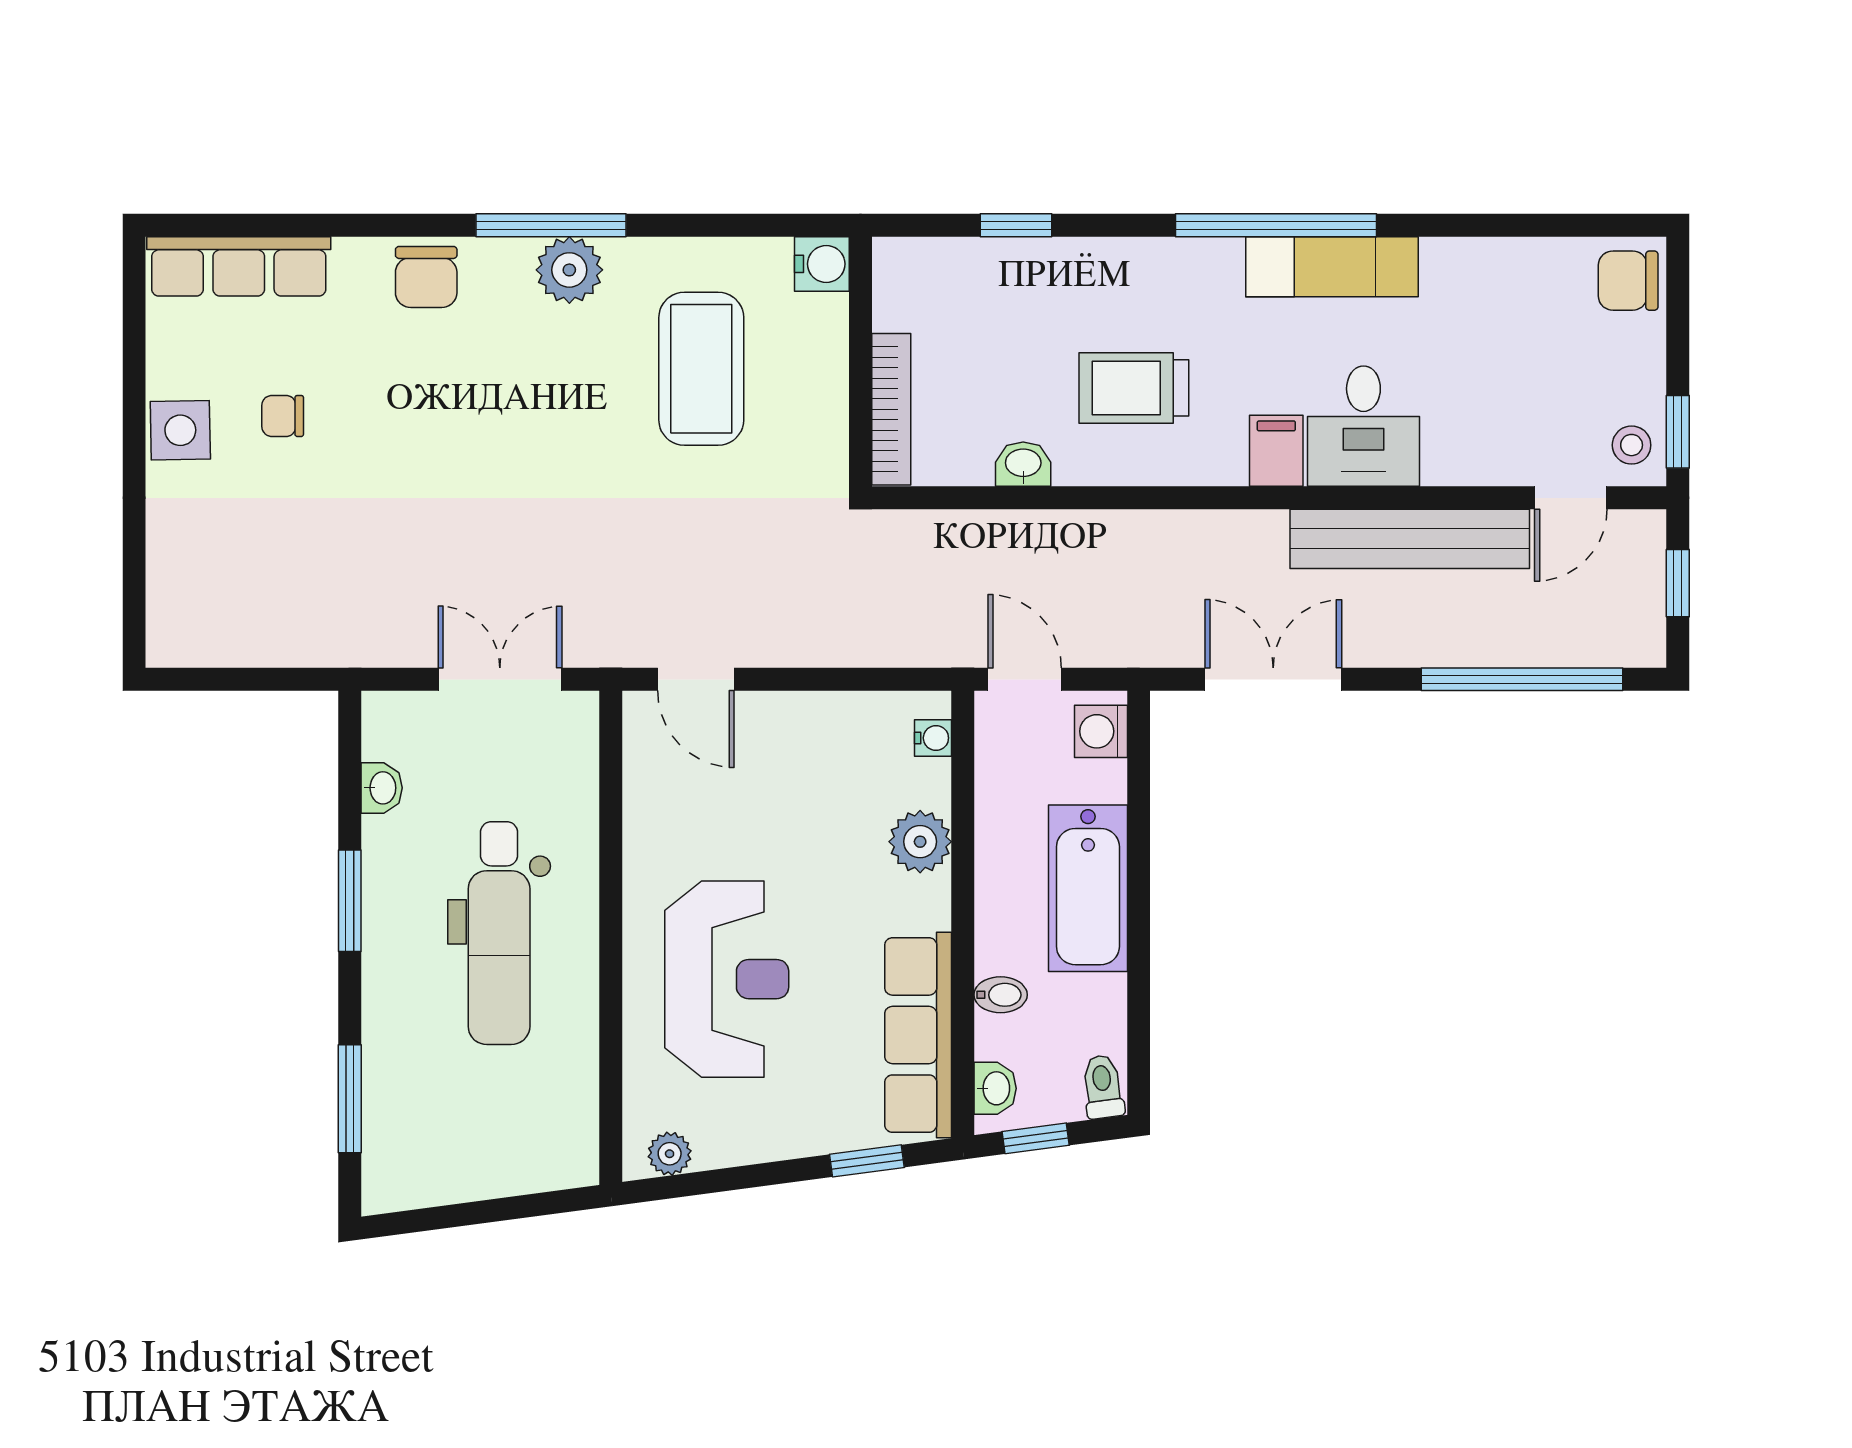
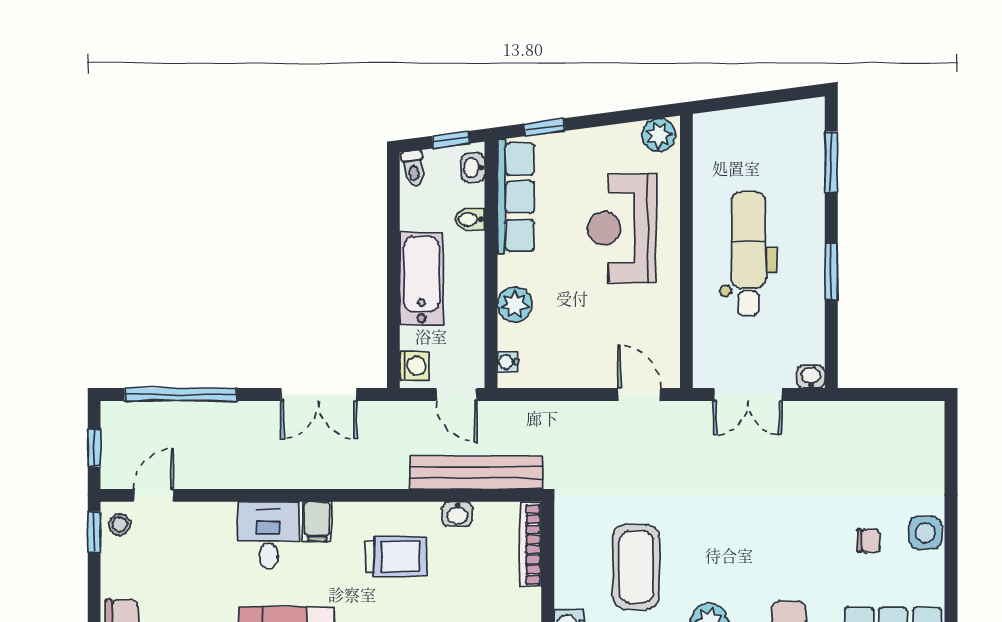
bench: (1410, 539) -> (477, 473), moved
washbasin: (382, 788) -> (811, 377), moved, turned 90
plant: (670, 1154) -> (659, 135), width x1.38, depth x1.38

